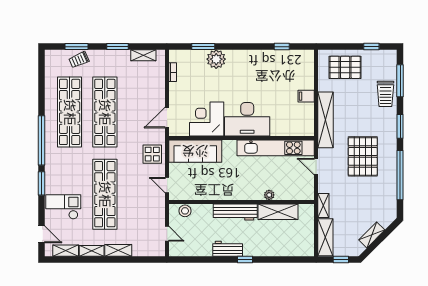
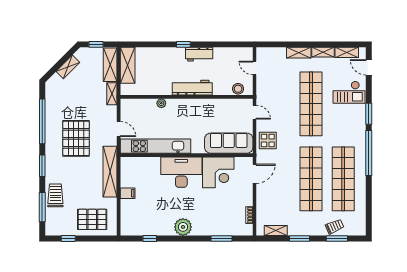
plant: (216, 59) -> (183, 227), moved
shelving: (278, 212) -> (128, 65), moved, turned 90

